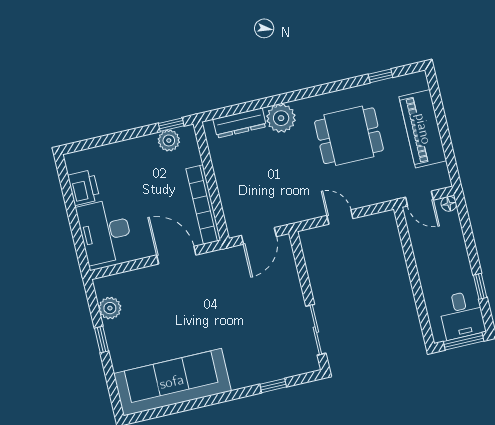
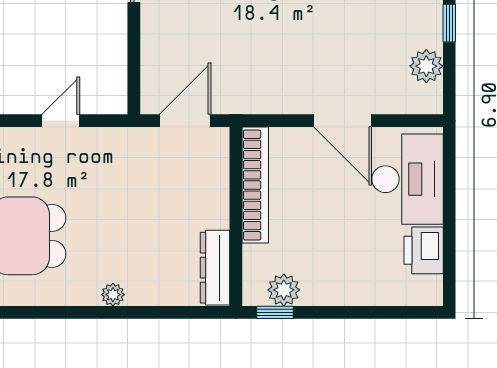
plant: (281, 118) -> (113, 295), width x0.53, depth x0.53
dresser: (240, 123) -> (215, 268), moved, turned -90
door: (340, 217) -> (61, 121), swing flipped
door: (176, 255) -> (343, 121), moved

